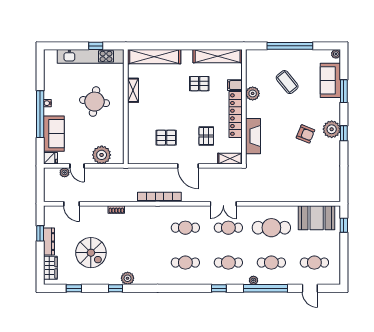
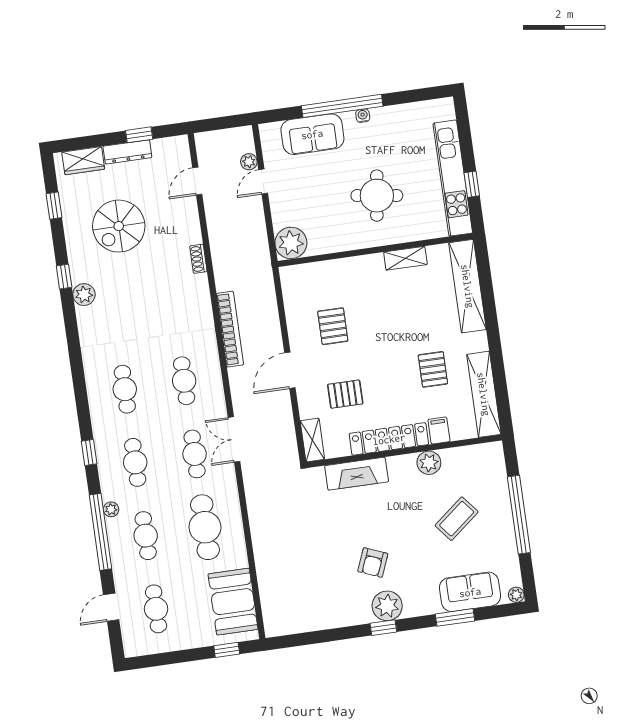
plant: (102, 155) -> (291, 243), moved
fridge: (50, 158) -> (270, 134), removed

